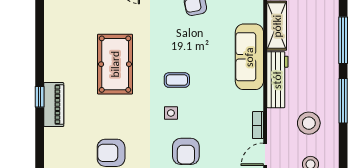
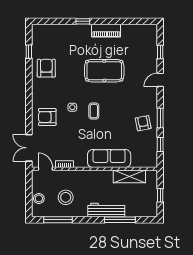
workbench: (277, 80) -> (106, 210), moved, turned 180
window: (343, 101) -> (58, 220), moved
piano: (54, 105) -> (106, 31), moved

